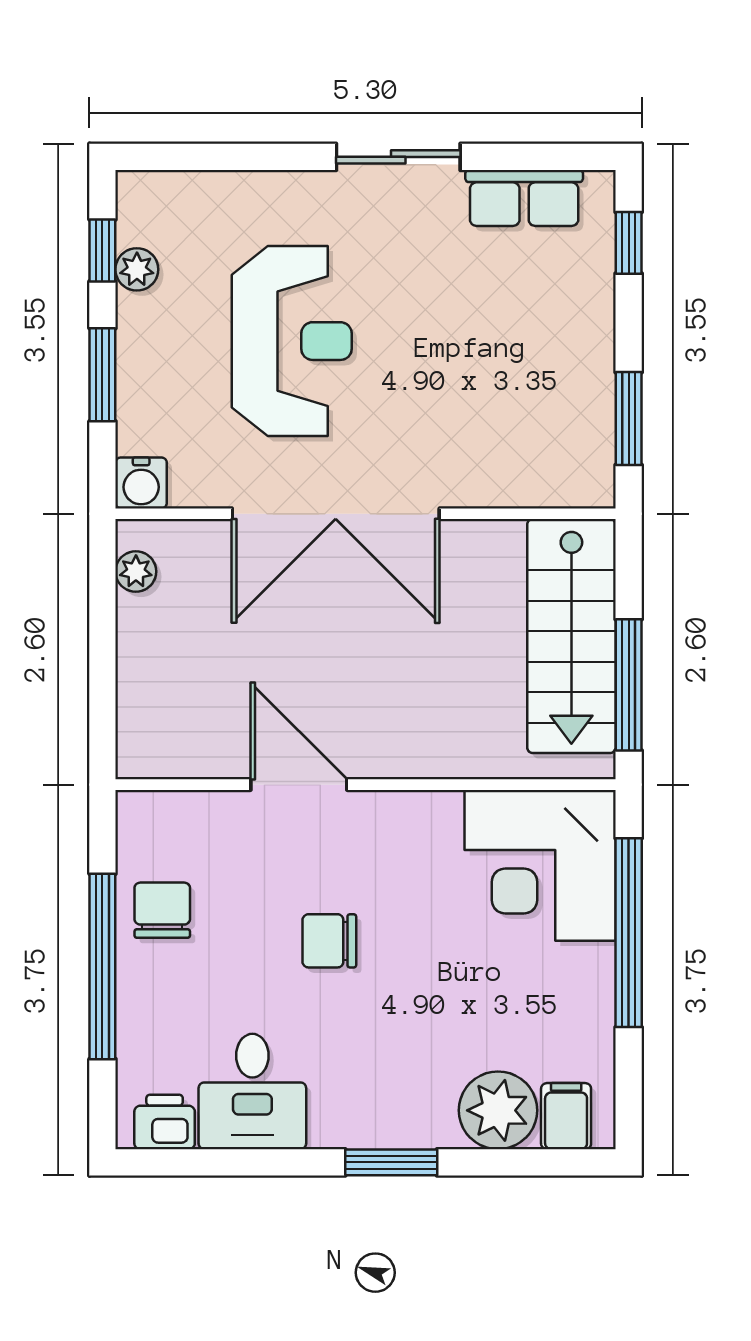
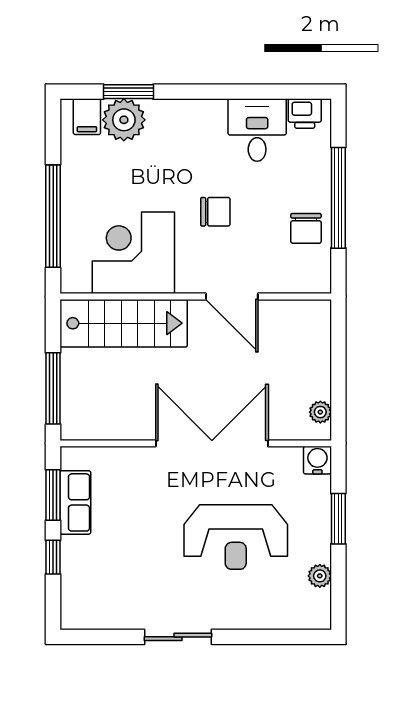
row of seats: (524, 198) -> (75, 502), moved, turned 90
window: (629, 243) -> (53, 557), moved
window: (102, 250) -> (338, 586), removed
reception desk: (292, 341) -> (236, 537), turned -90
stairs: (571, 636) -> (124, 323), moved, turned 90
window: (629, 685) -> (53, 388), moved
corner desk: (540, 865) -> (133, 253), moved, turned -90
window: (391, 1162) -> (128, 92), moved

